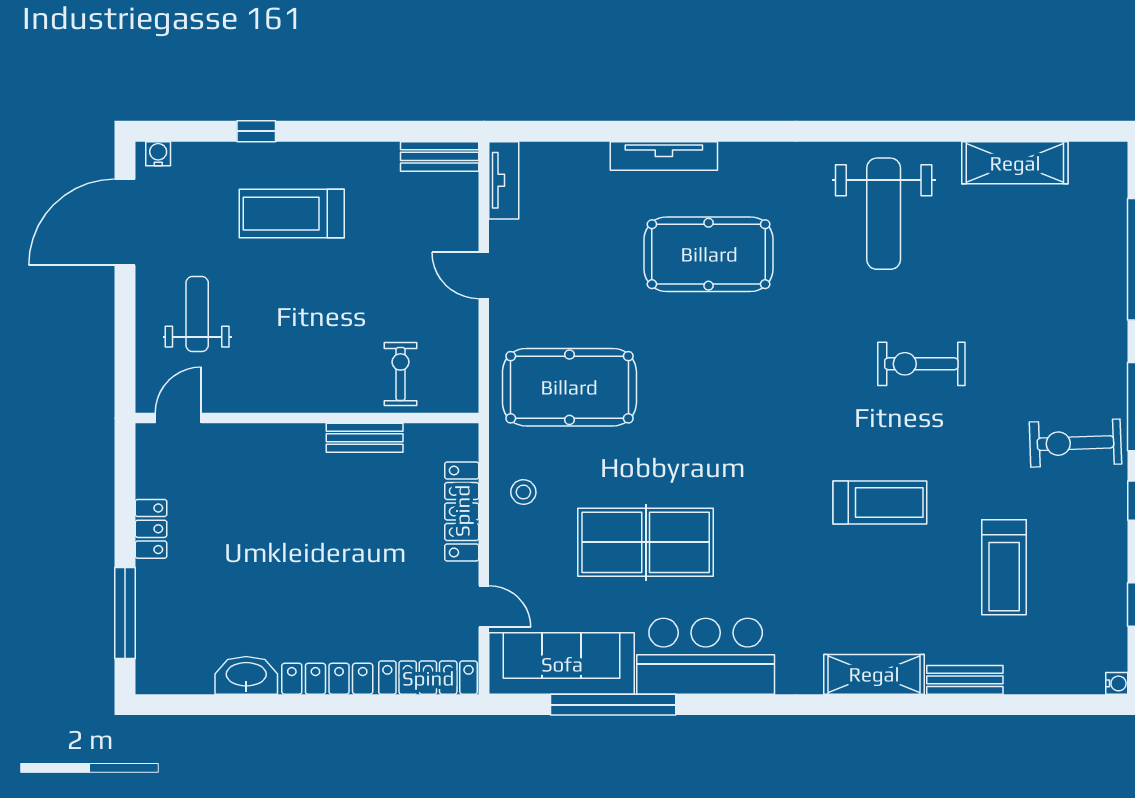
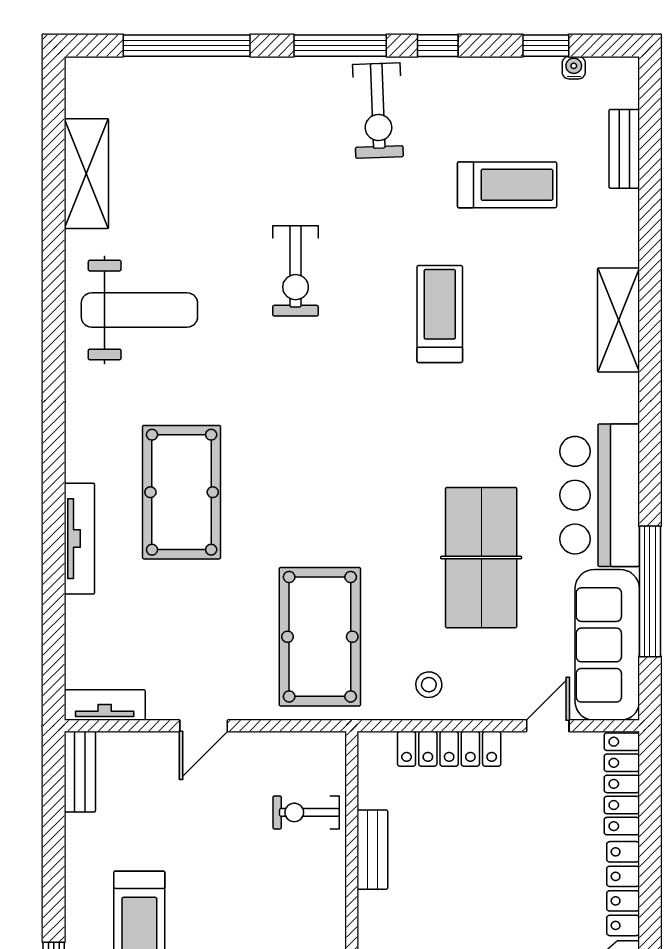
bench: (965, 680) -> (624, 149), moved
water cooler: (1117, 683) -> (574, 68), moved

